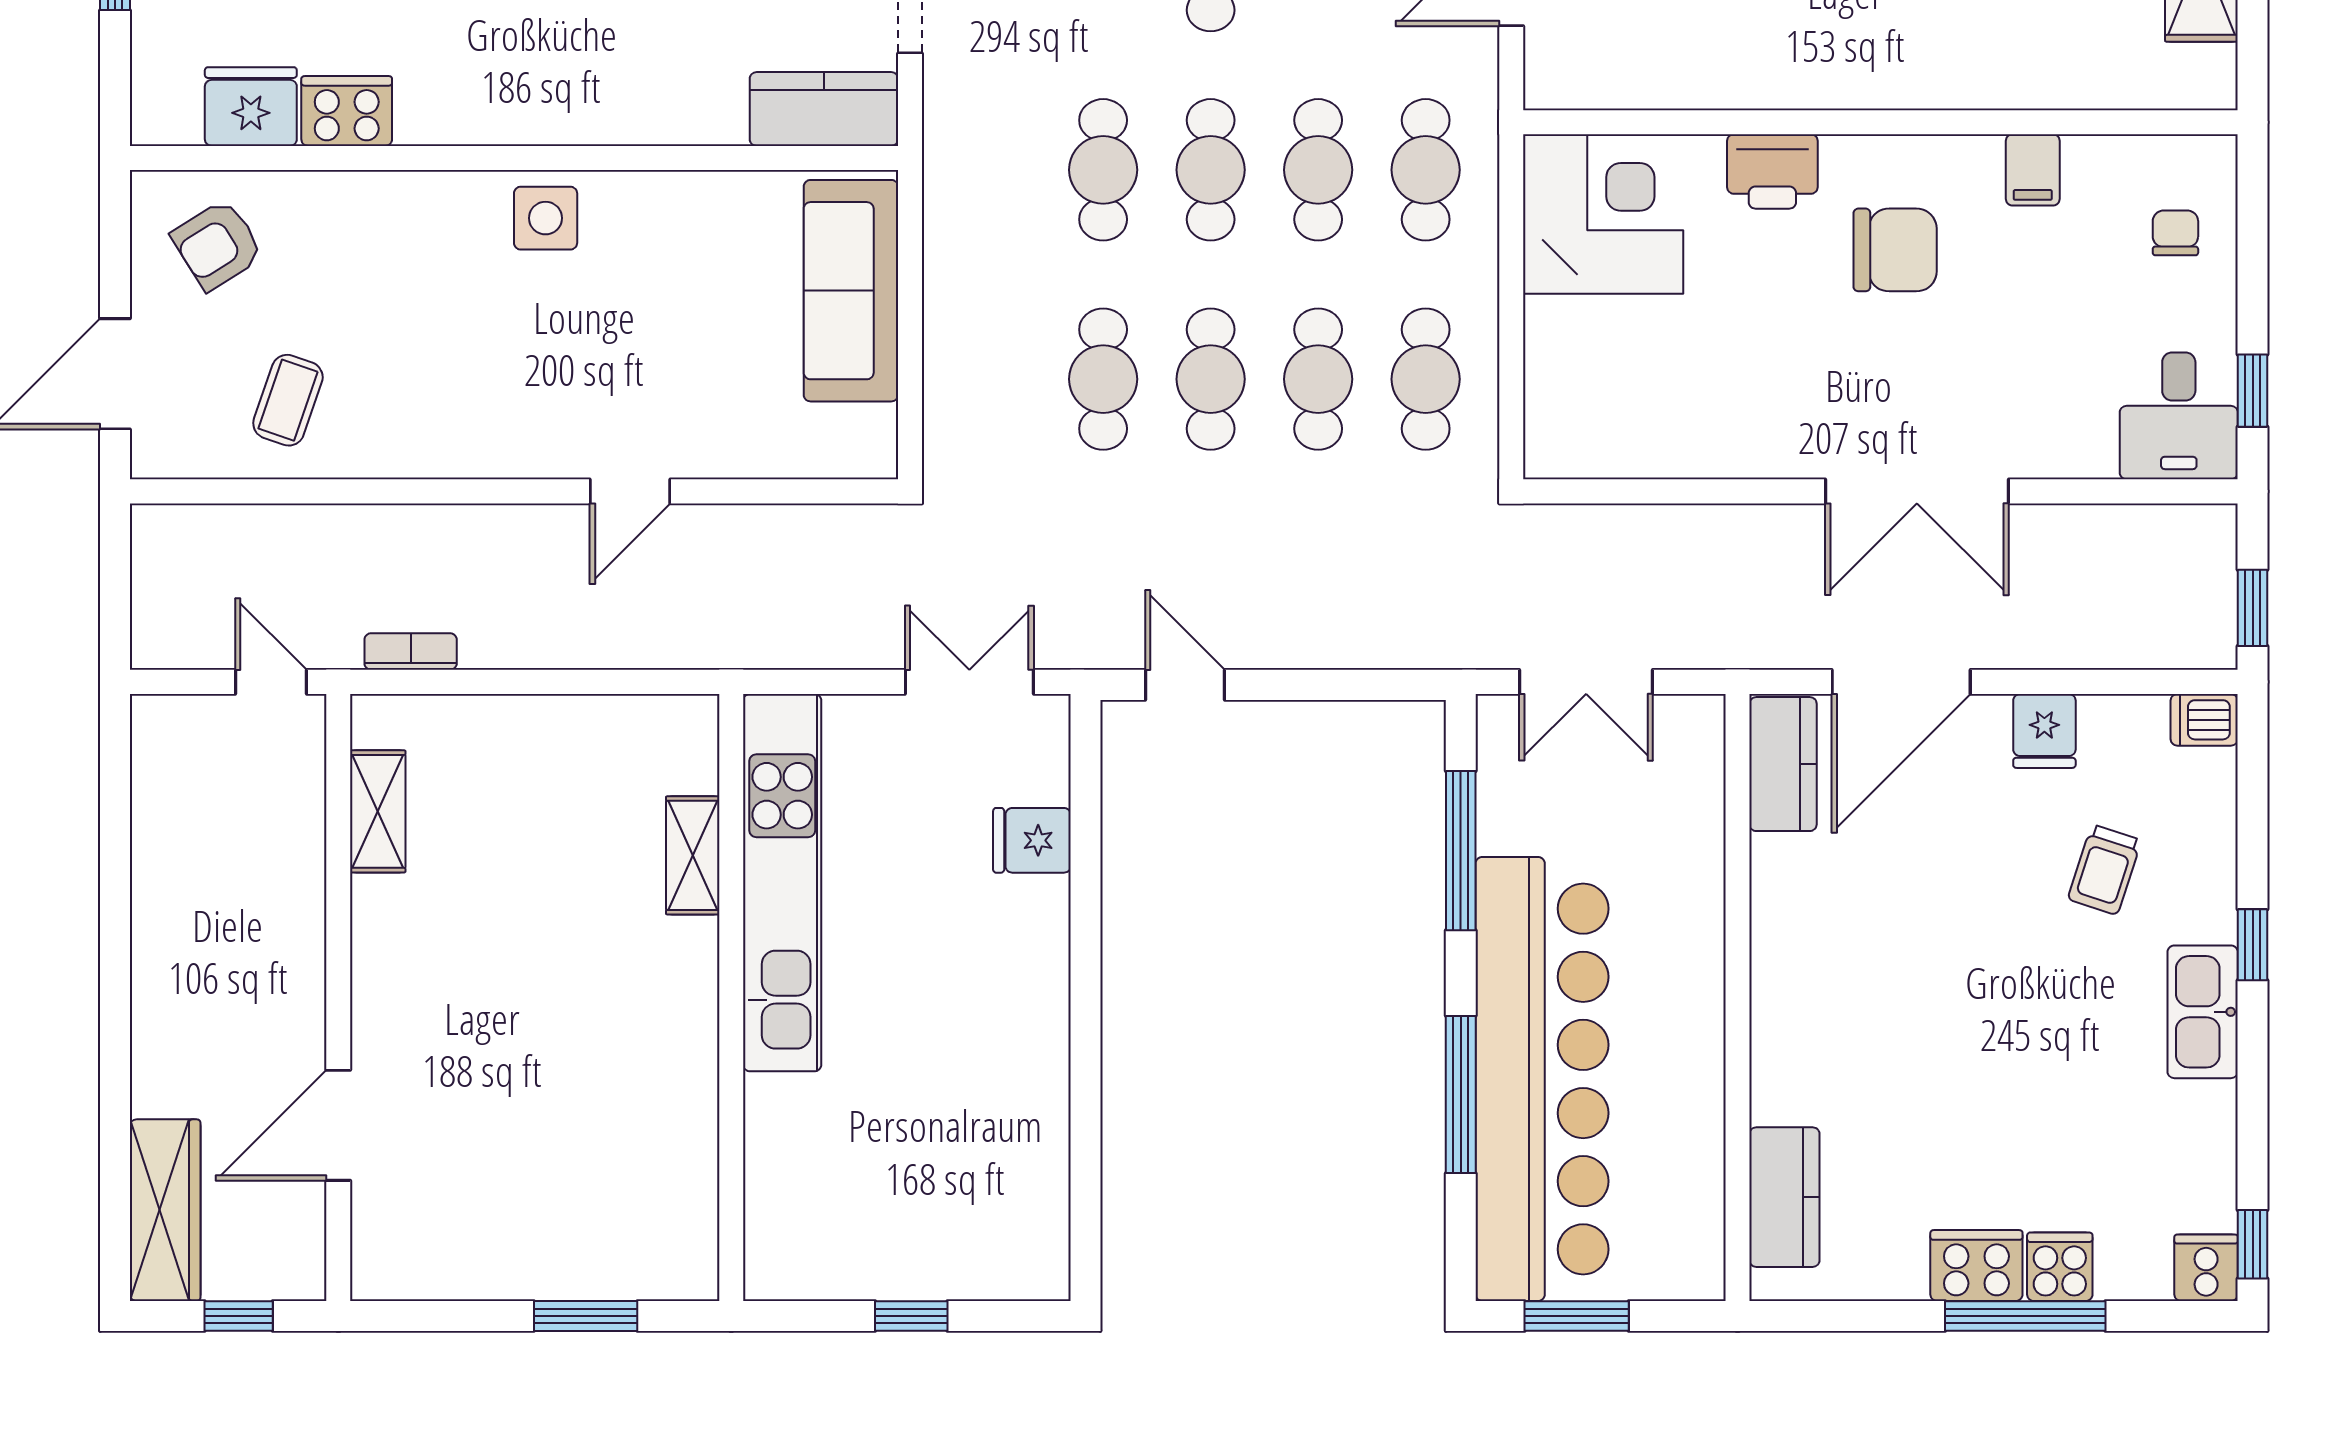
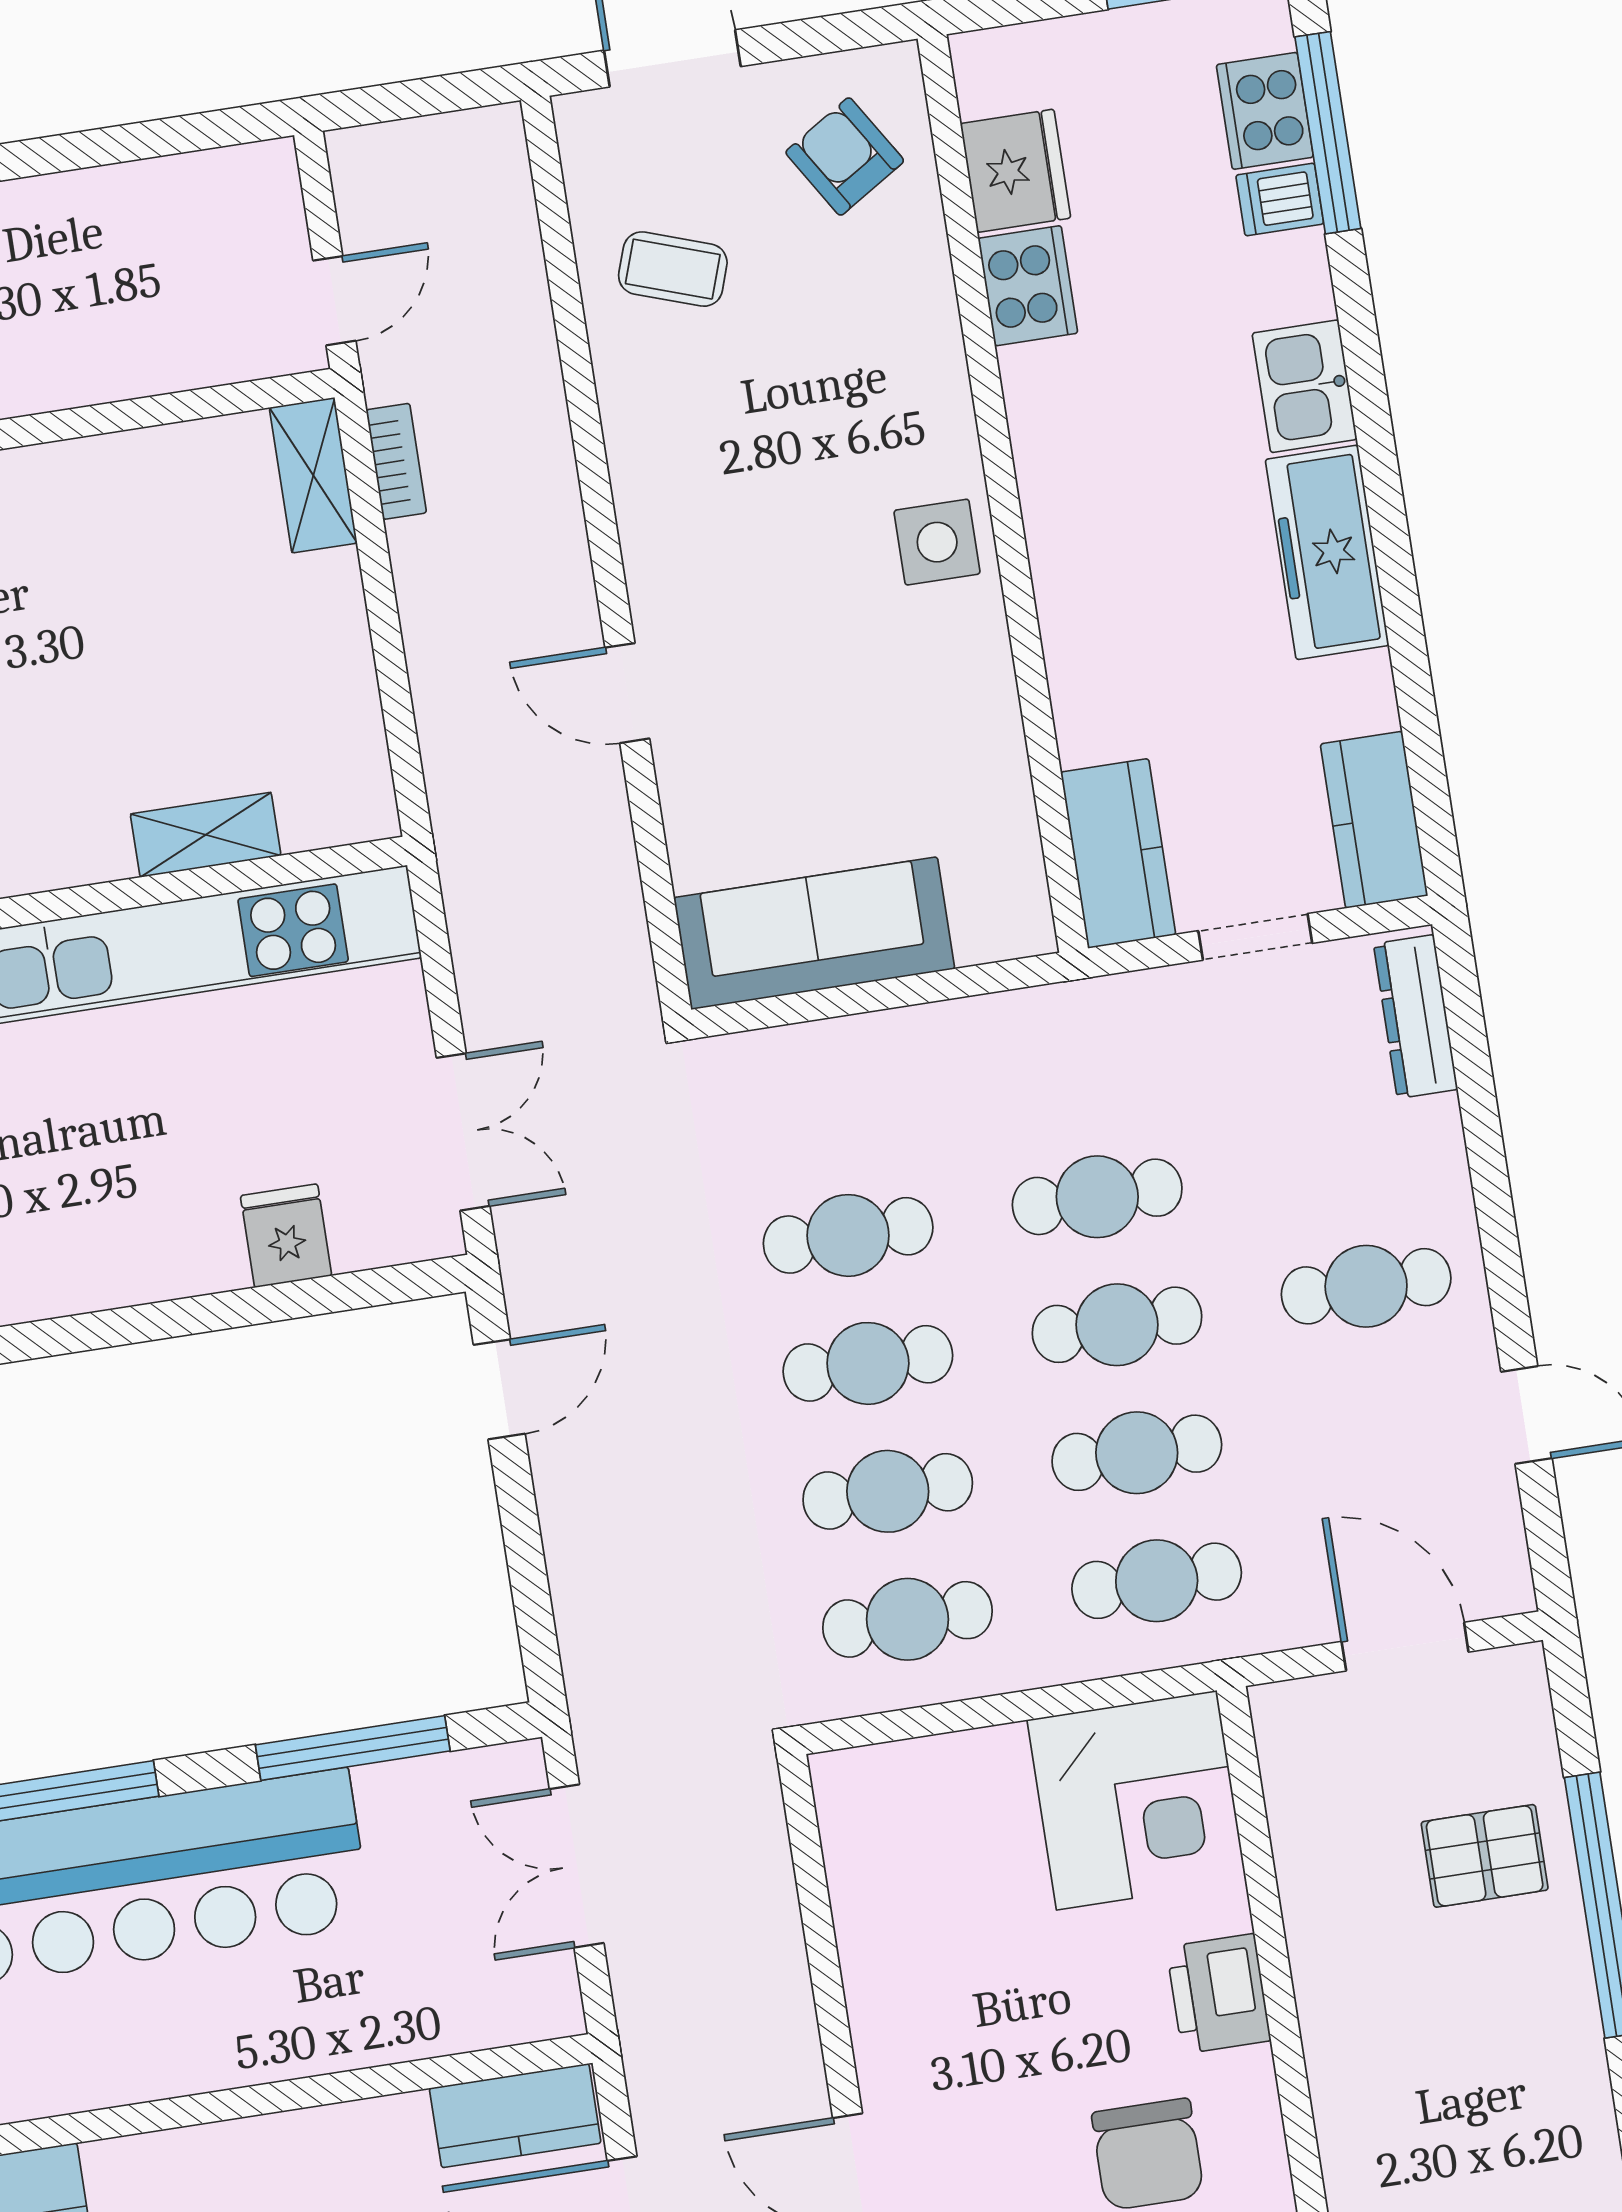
sofa: (851, 291) -> (814, 933), moved
shelving: (378, 811) -> (313, 475), moved, turned 90

